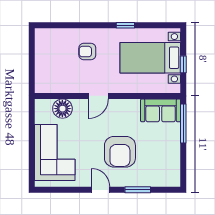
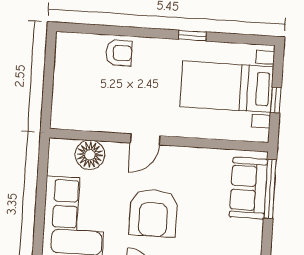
armchair: (87, 52) -> (119, 53), moved, turned 180
sofa: (161, 110) -> (248, 188), moved, turned 90
armchair: (120, 152) -> (153, 213), moved

